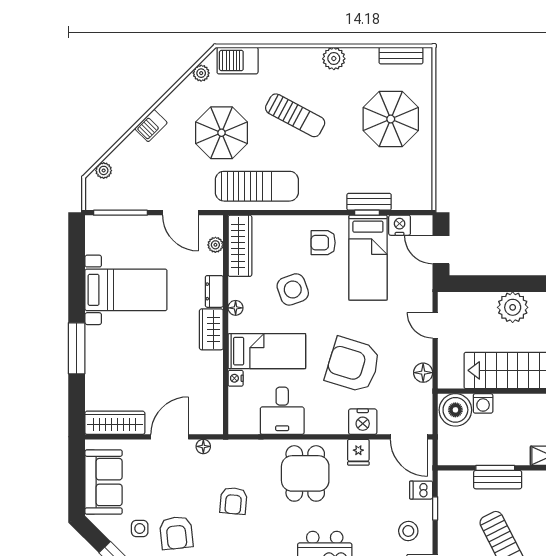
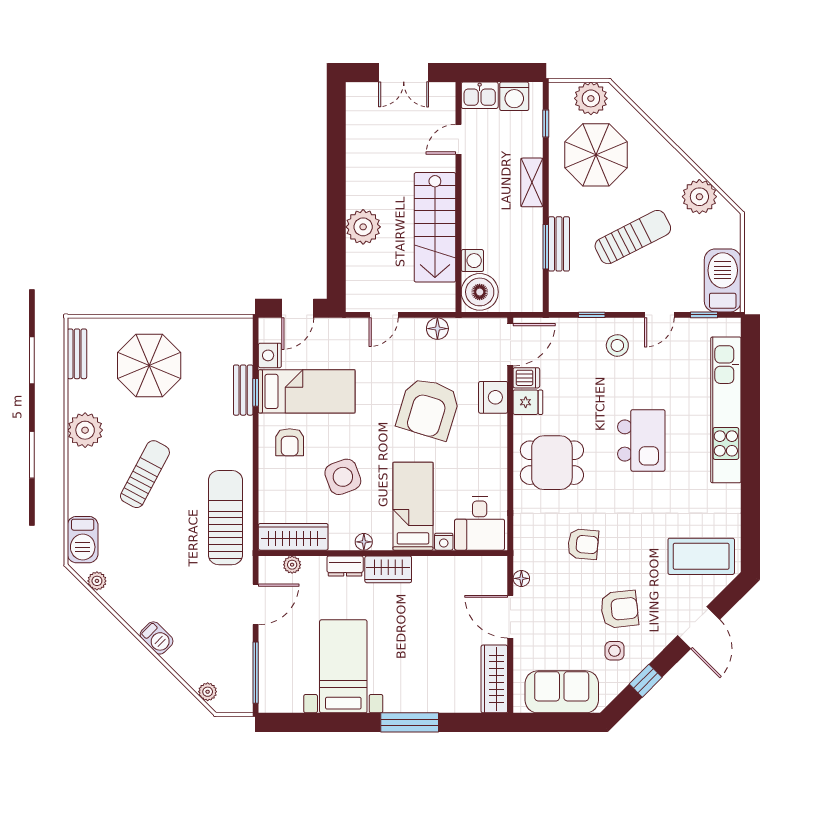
plant: (334, 59) -> (85, 430), width x1.36, depth x1.36
parasol: (222, 133) -> (165, 558), removed
desk: (282, 411) -> (480, 523), moved, turned 90
dishwasher: (421, 490) -> (526, 378), moved, turned -90

